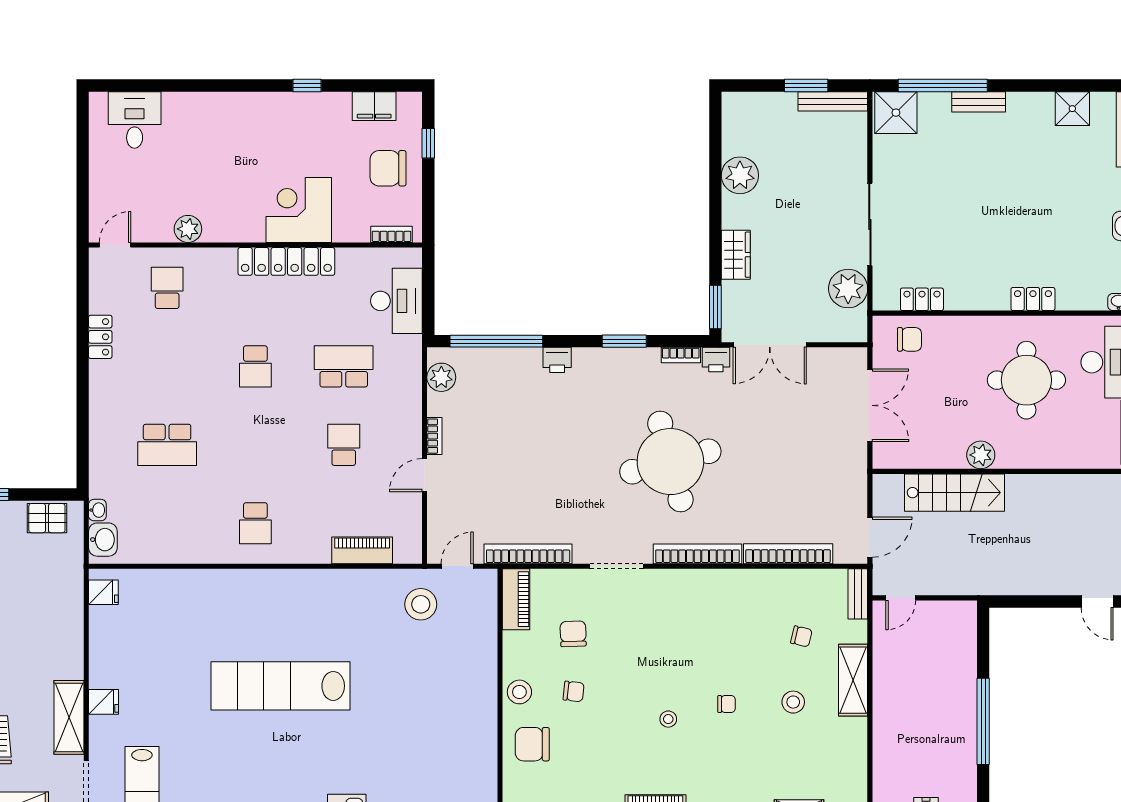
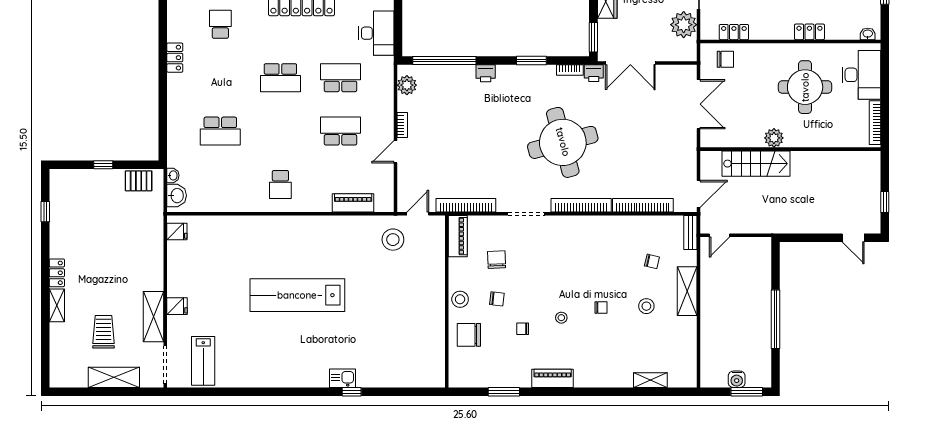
school desk: (255, 366) -> (280, 78), width x1.85
school desk: (344, 445) -> (340, 131), width x1.85
chair: (611, 735) -> (523, 329), added

